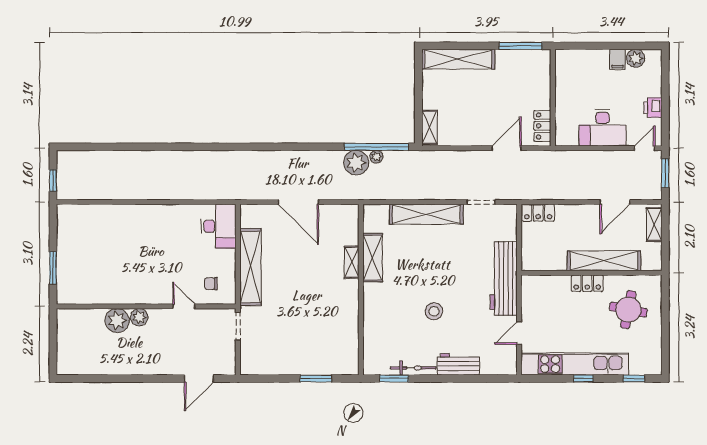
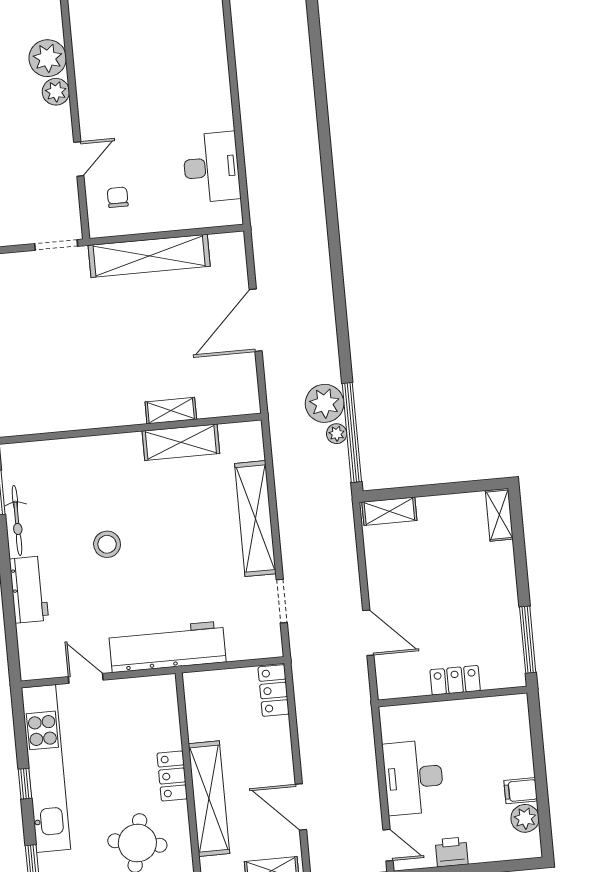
shelving: (458, 59) -> (499, 515), width x0.45, depth x0.75
locker: (542, 126) -> (455, 680), moved
desk: (219, 226) -> (211, 167), moved, turned -90

